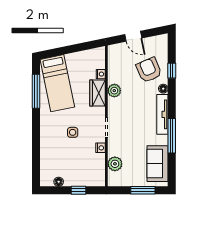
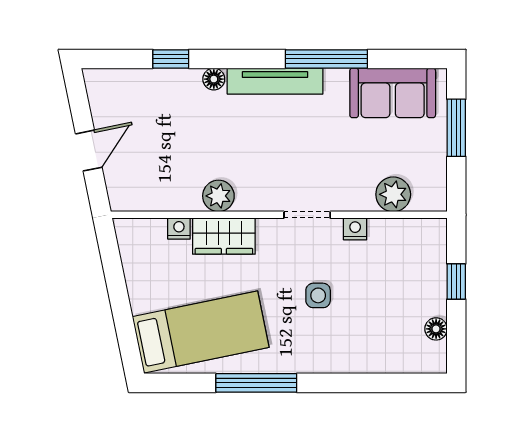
armchair: (149, 70) -> (169, 113), removed
window: (36, 91) -> (256, 383), moved

